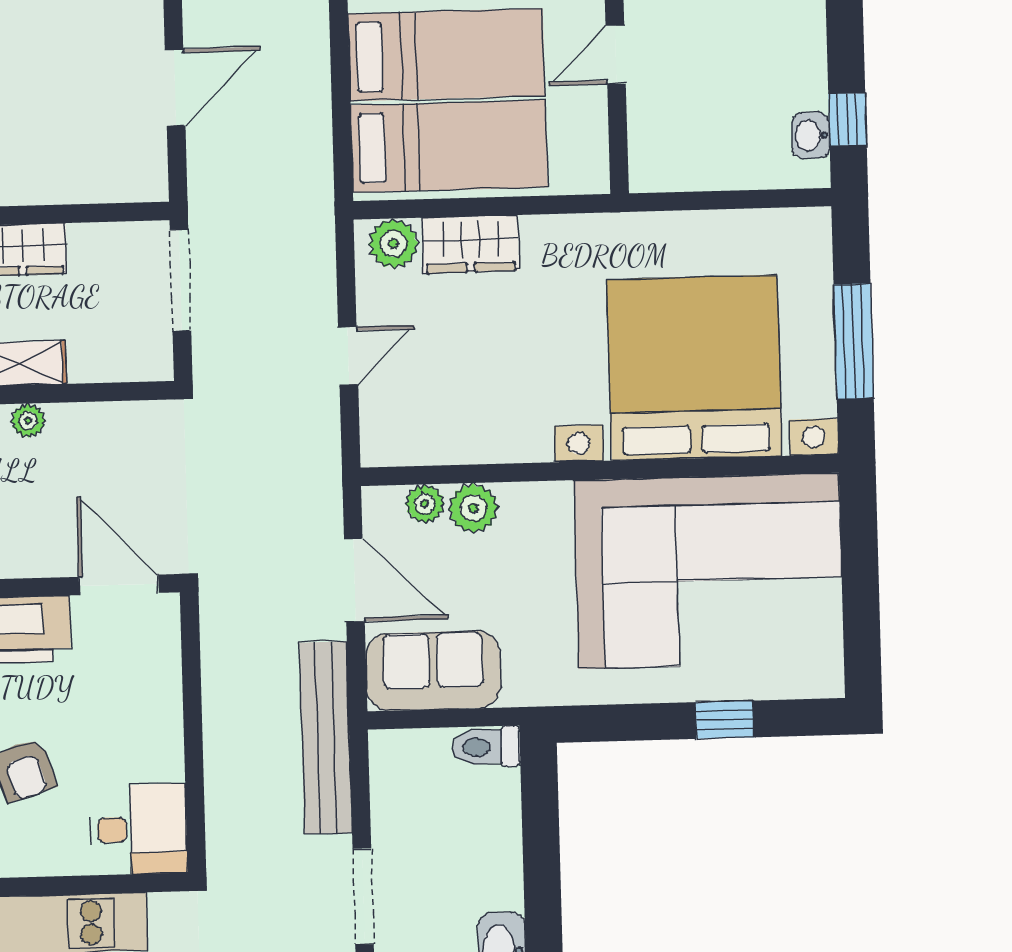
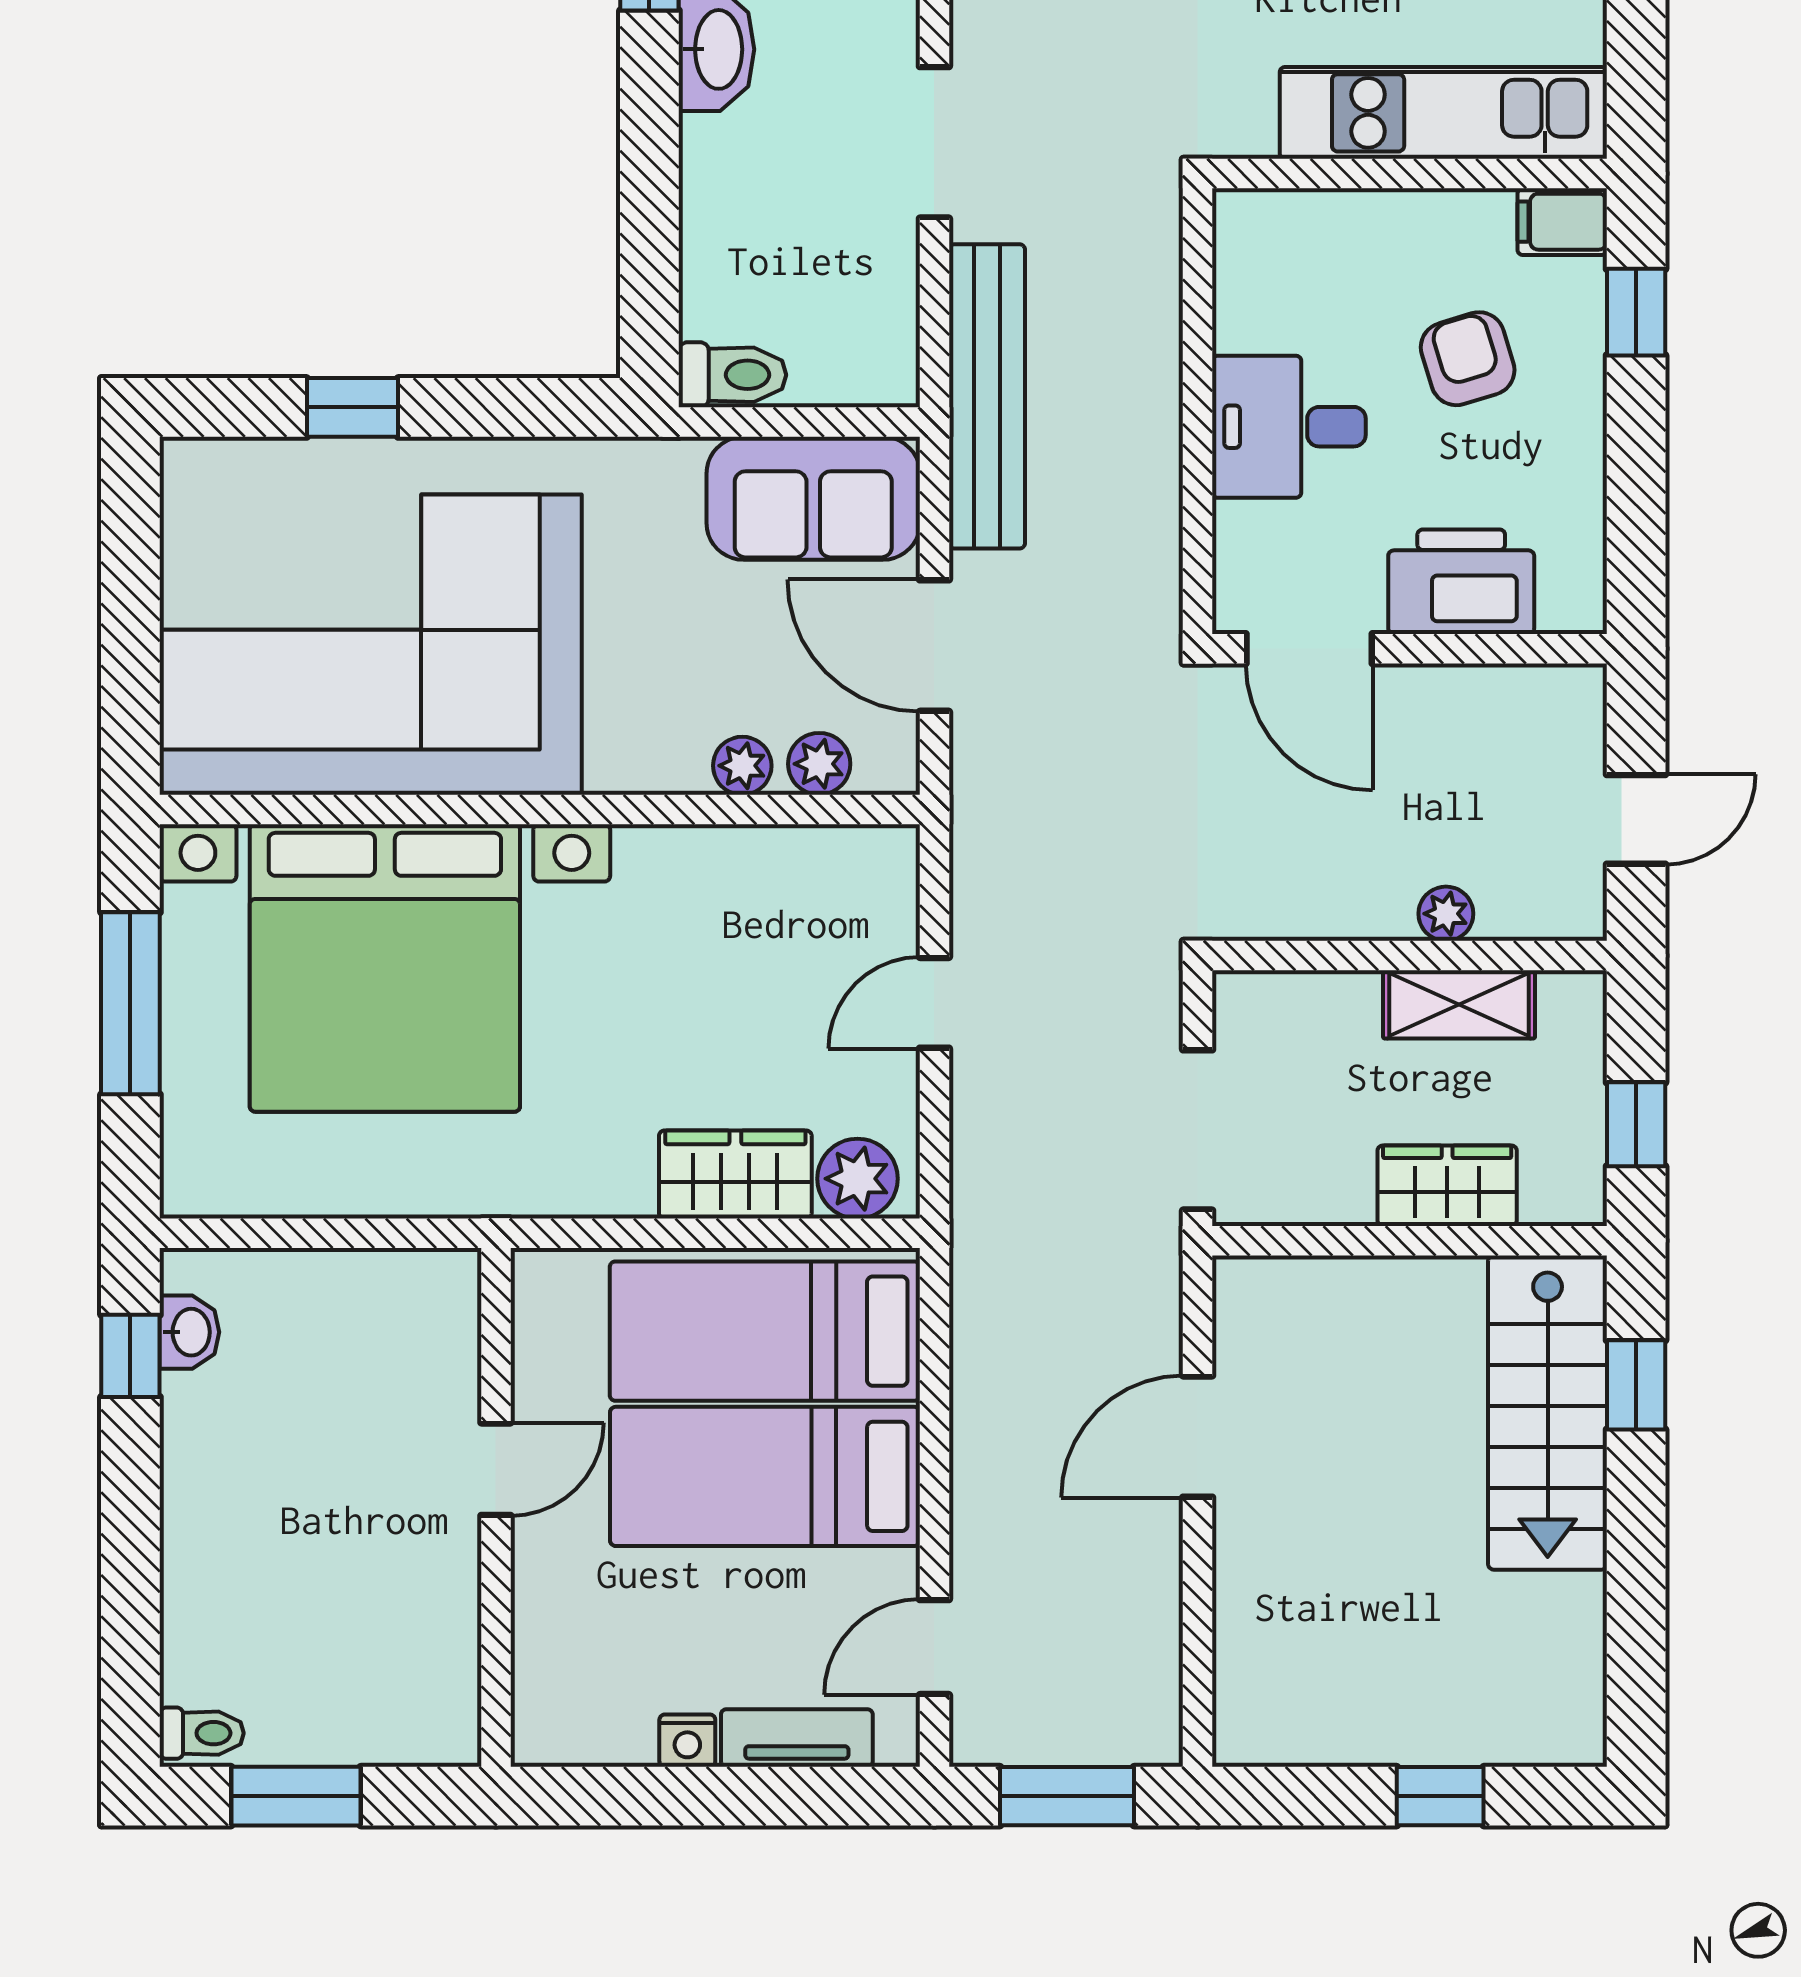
plant: (473, 508) -> (742, 766), width x0.73, depth x0.73
desk: (138, 829) -> (1289, 427), moved

